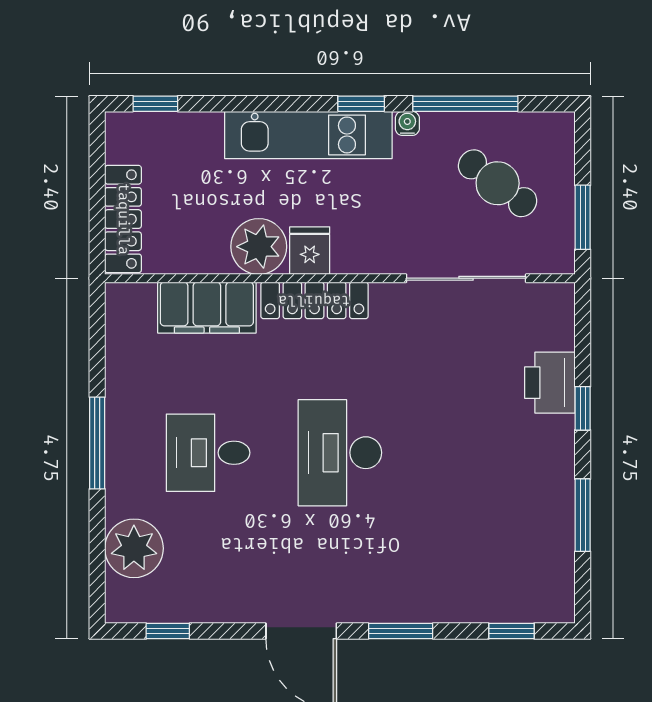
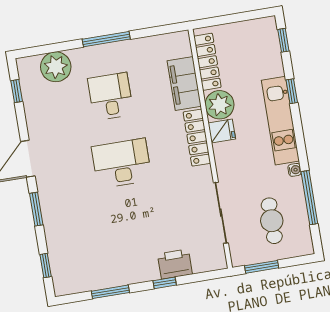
window: (361, 104) -> (292, 91), moved
cafe table: (498, 183) -> (272, 221), turned -37
locker: (123, 219) -> (207, 62), moved, turned -90

